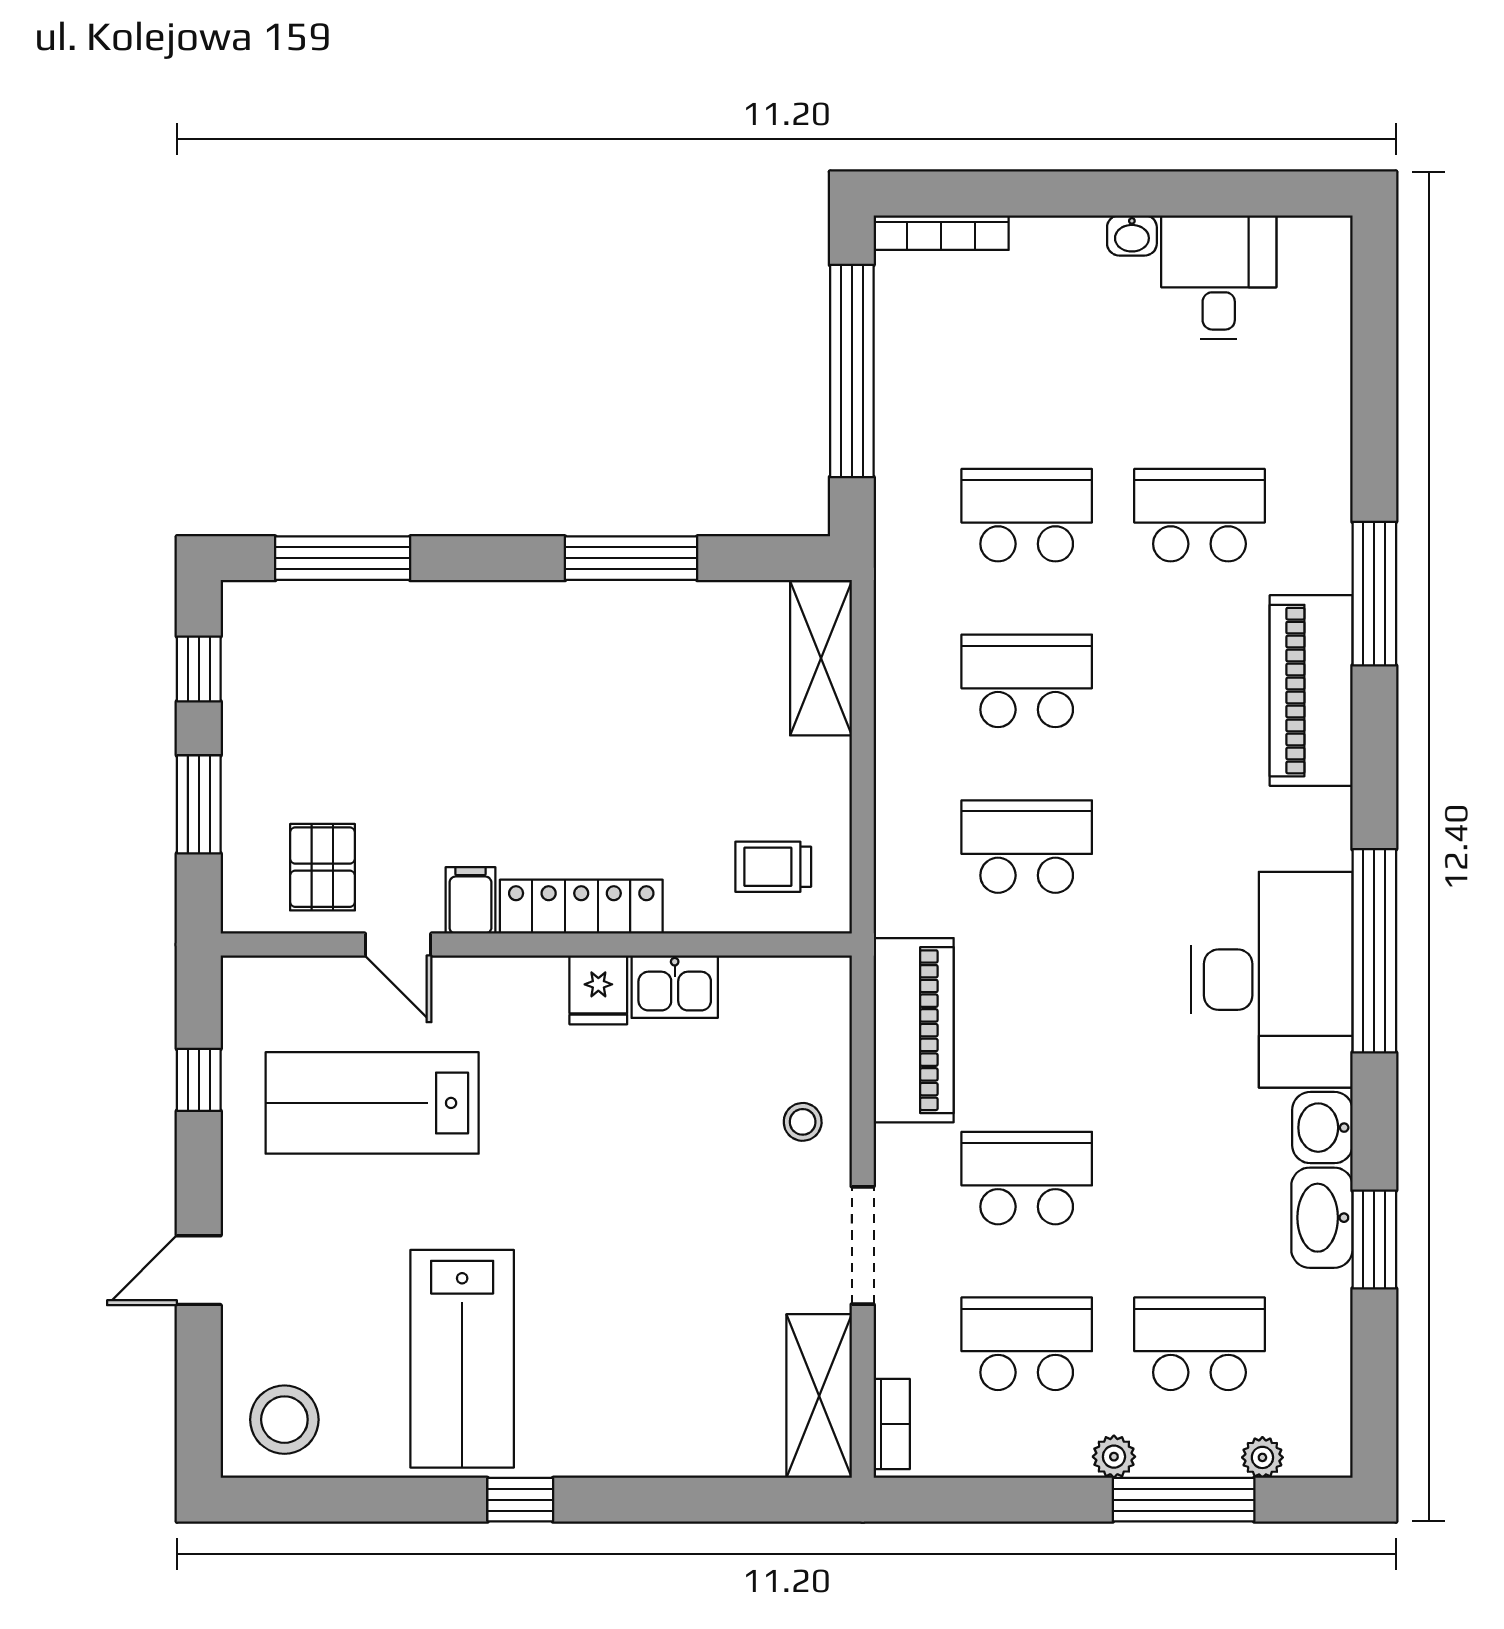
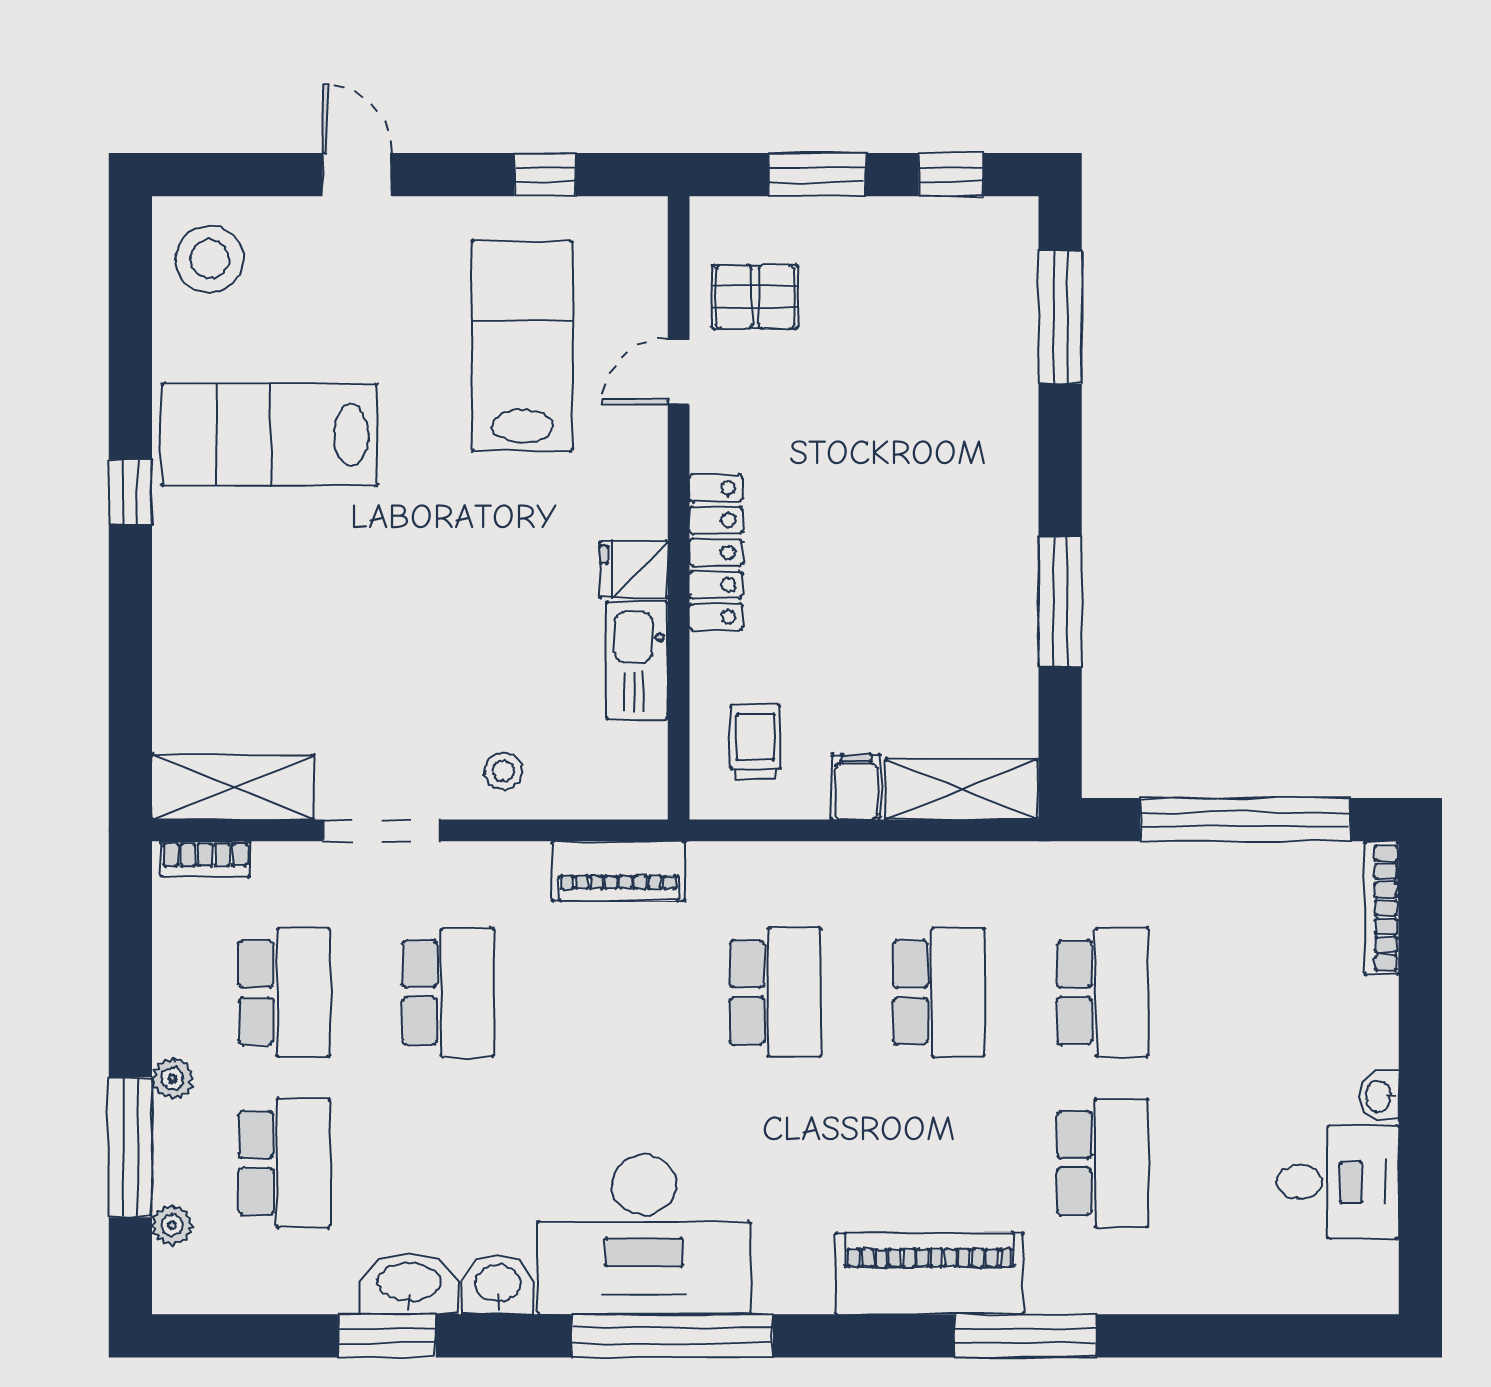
filing cabinet: (470, 900) -> (856, 787), moved, turned -90
kitchen sink: (675, 987) -> (637, 661), width x1.38
piano: (914, 1030) -> (618, 871), width x0.73, depth x0.75

